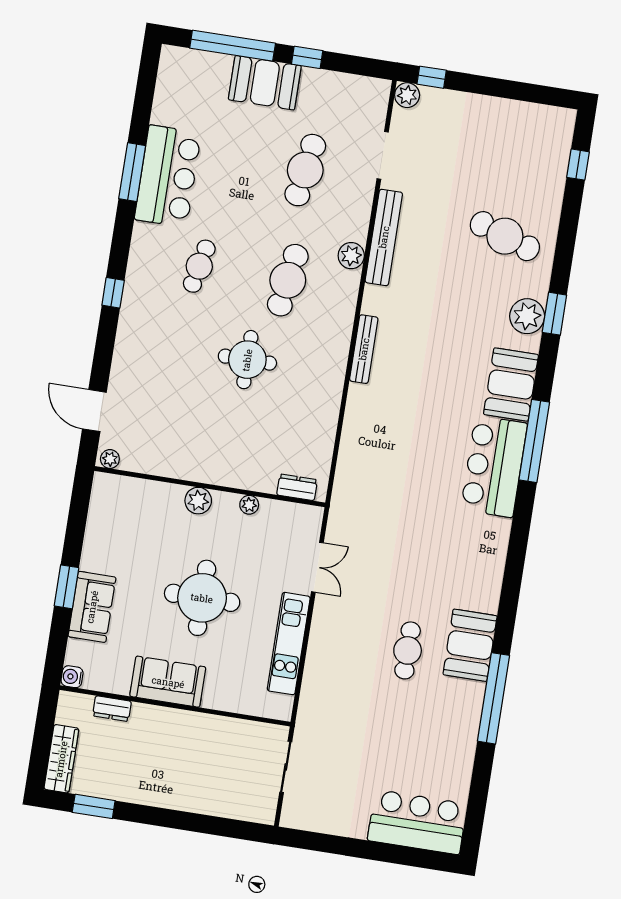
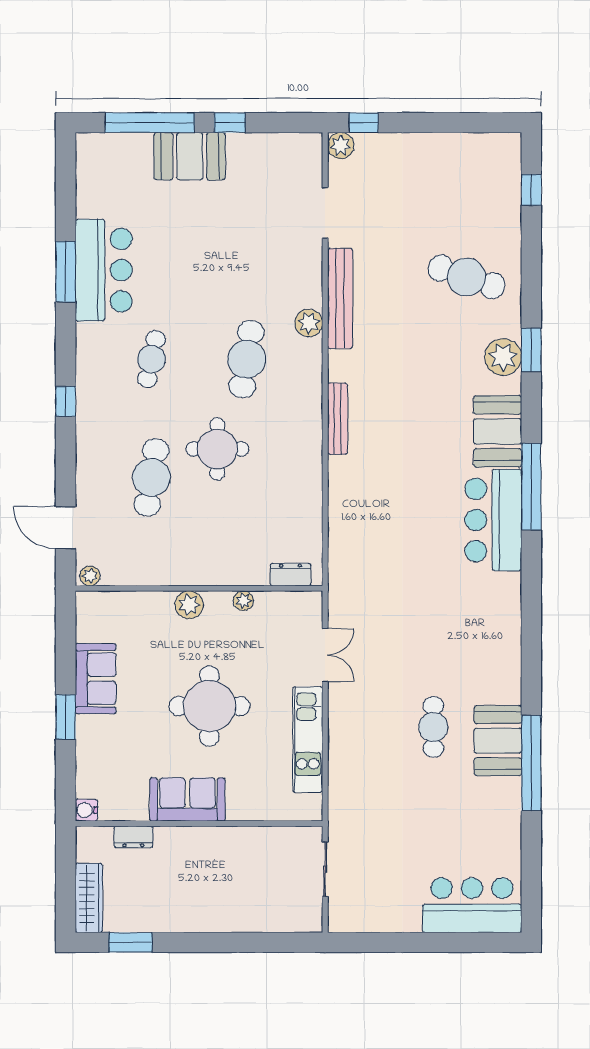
cafe table: (305, 170) -> (151, 477), moved
sofa: (92, 607) -> (96, 679), moved
booth: (470, 645) -> (498, 741), moved

